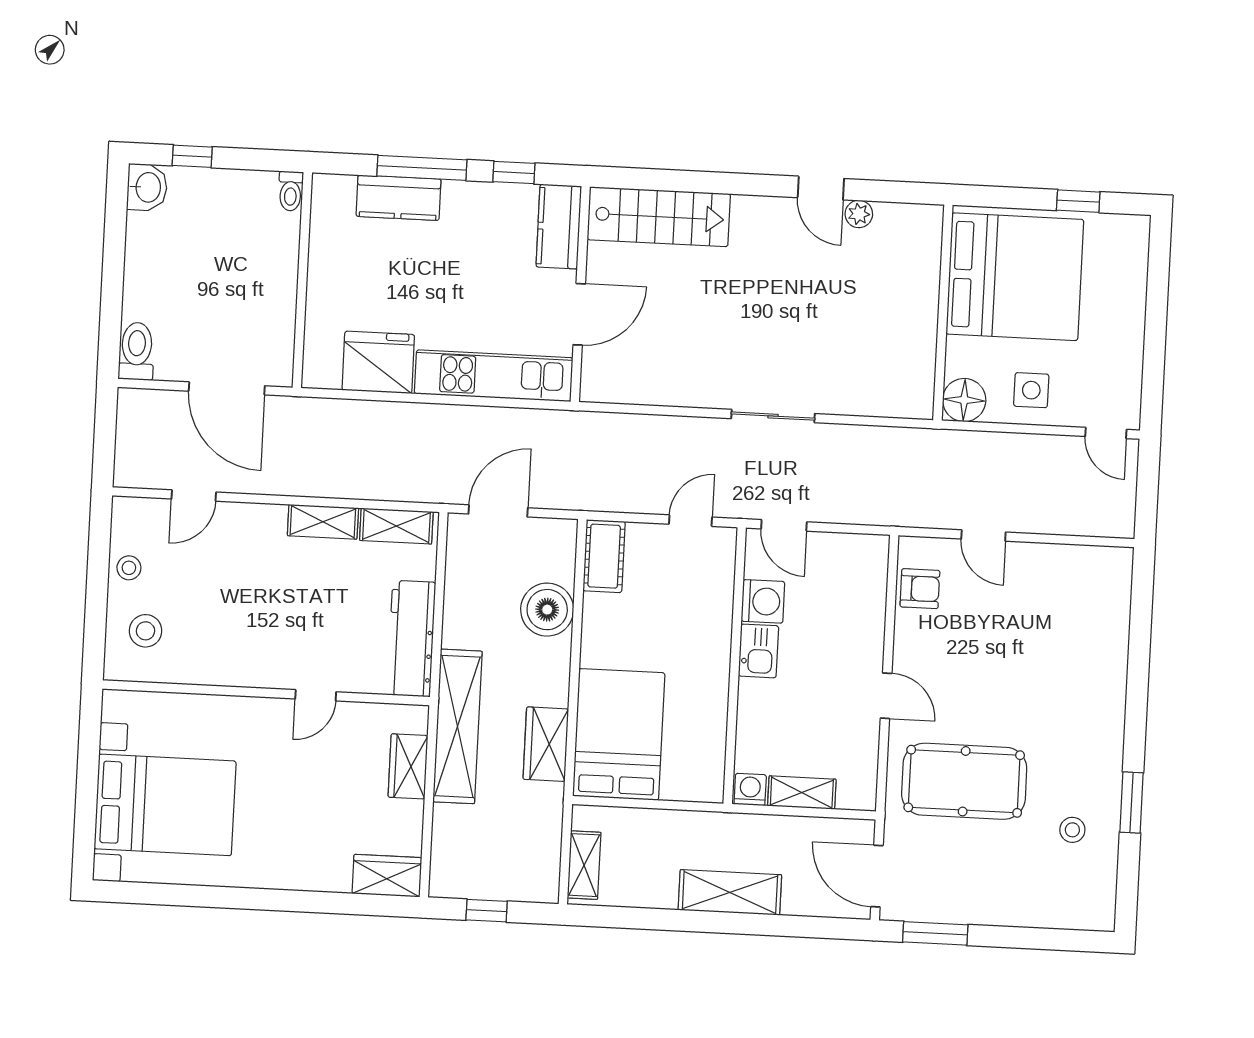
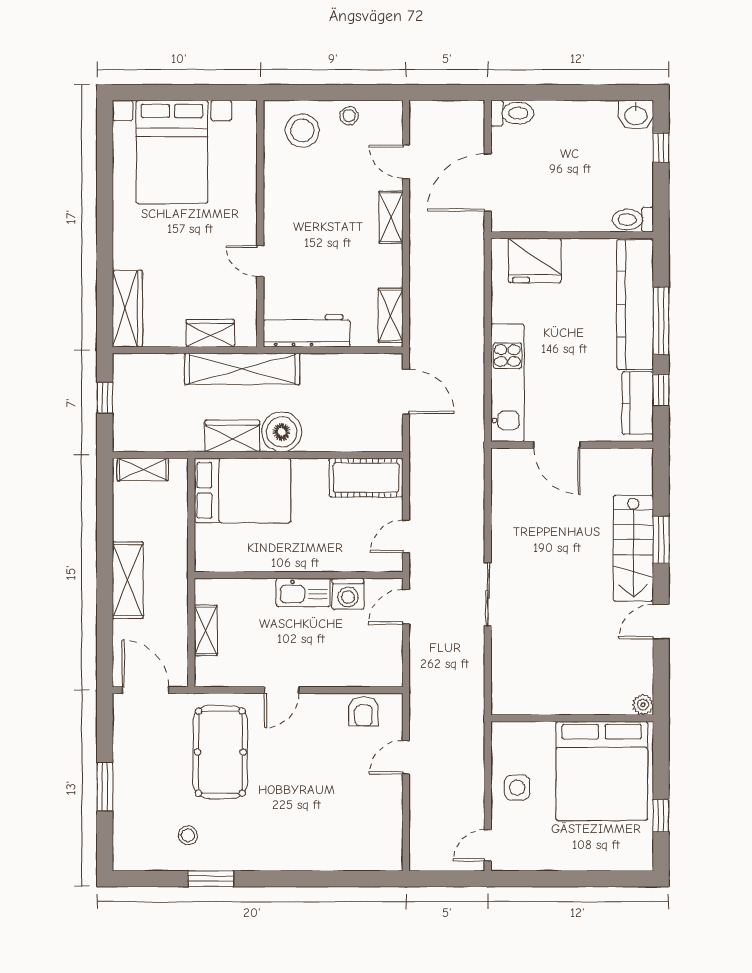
window: (712, 183) -> (661, 540), added
toilet: (291, 191) -> (633, 220), width x1.37, depth x1.39
kitchen counter: (399, 198) -> (635, 304), width x2.08, depth x1.17
plant: (859, 214) -> (643, 705), moved
stairs: (659, 217) -> (633, 548), moved
kitchen counter: (559, 227) -> (638, 403), moved, turned -90
fridge: (378, 362) -> (535, 260), moved, turned 90
floor lamp: (964, 400) -> (507, 738), removed
door: (690, 521) -> (406, 536), swing flipped
shelving: (323, 522) -> (391, 217), moved
cot: (604, 556) -> (366, 478), width x1.37, depth x1.34
boiler: (547, 610) -> (282, 432), moved
stool: (145, 631) -> (302, 131), width x1.38, depth x1.38
kitchen sink: (758, 651) -> (303, 592), width x1.38
washing machine: (750, 790) -> (206, 591), removed
wardrobe: (387, 876) -> (127, 309), width x1.50
door: (877, 876) -> (146, 690), hinge flipped
window: (935, 933) -> (105, 787), moved

